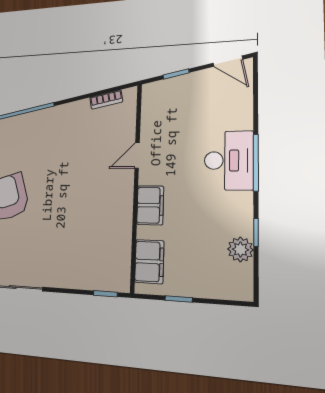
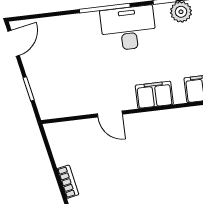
bookcase: (106, 100) -> (68, 182), moved
desk: (229, 160) -> (128, 28), moved

